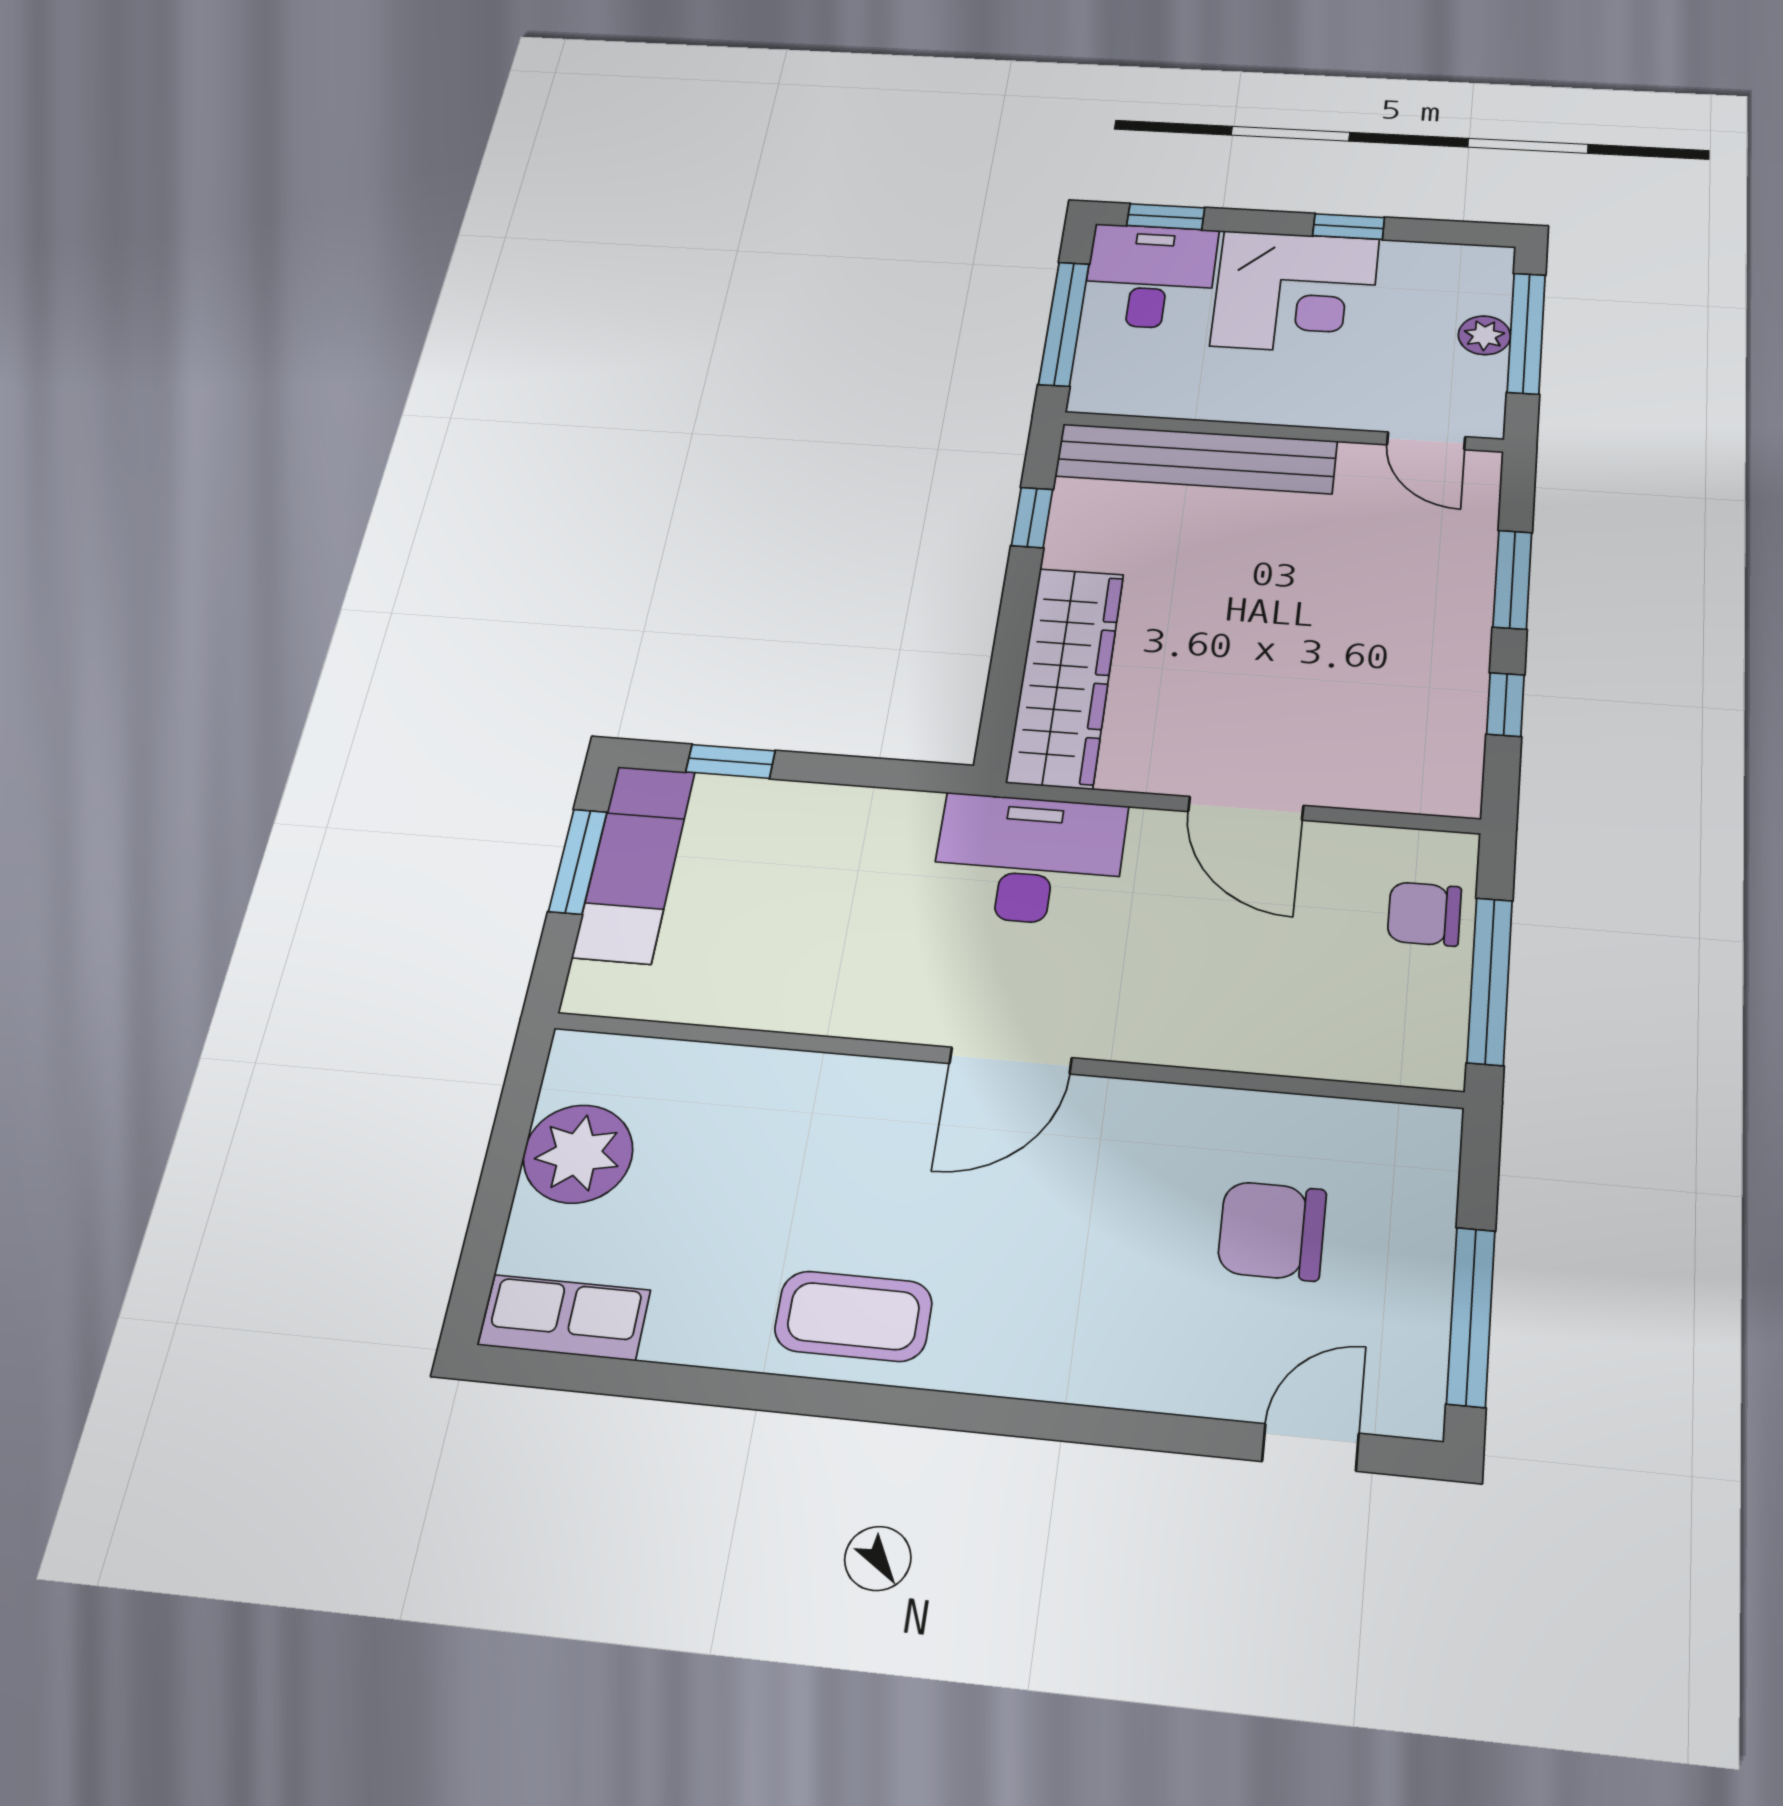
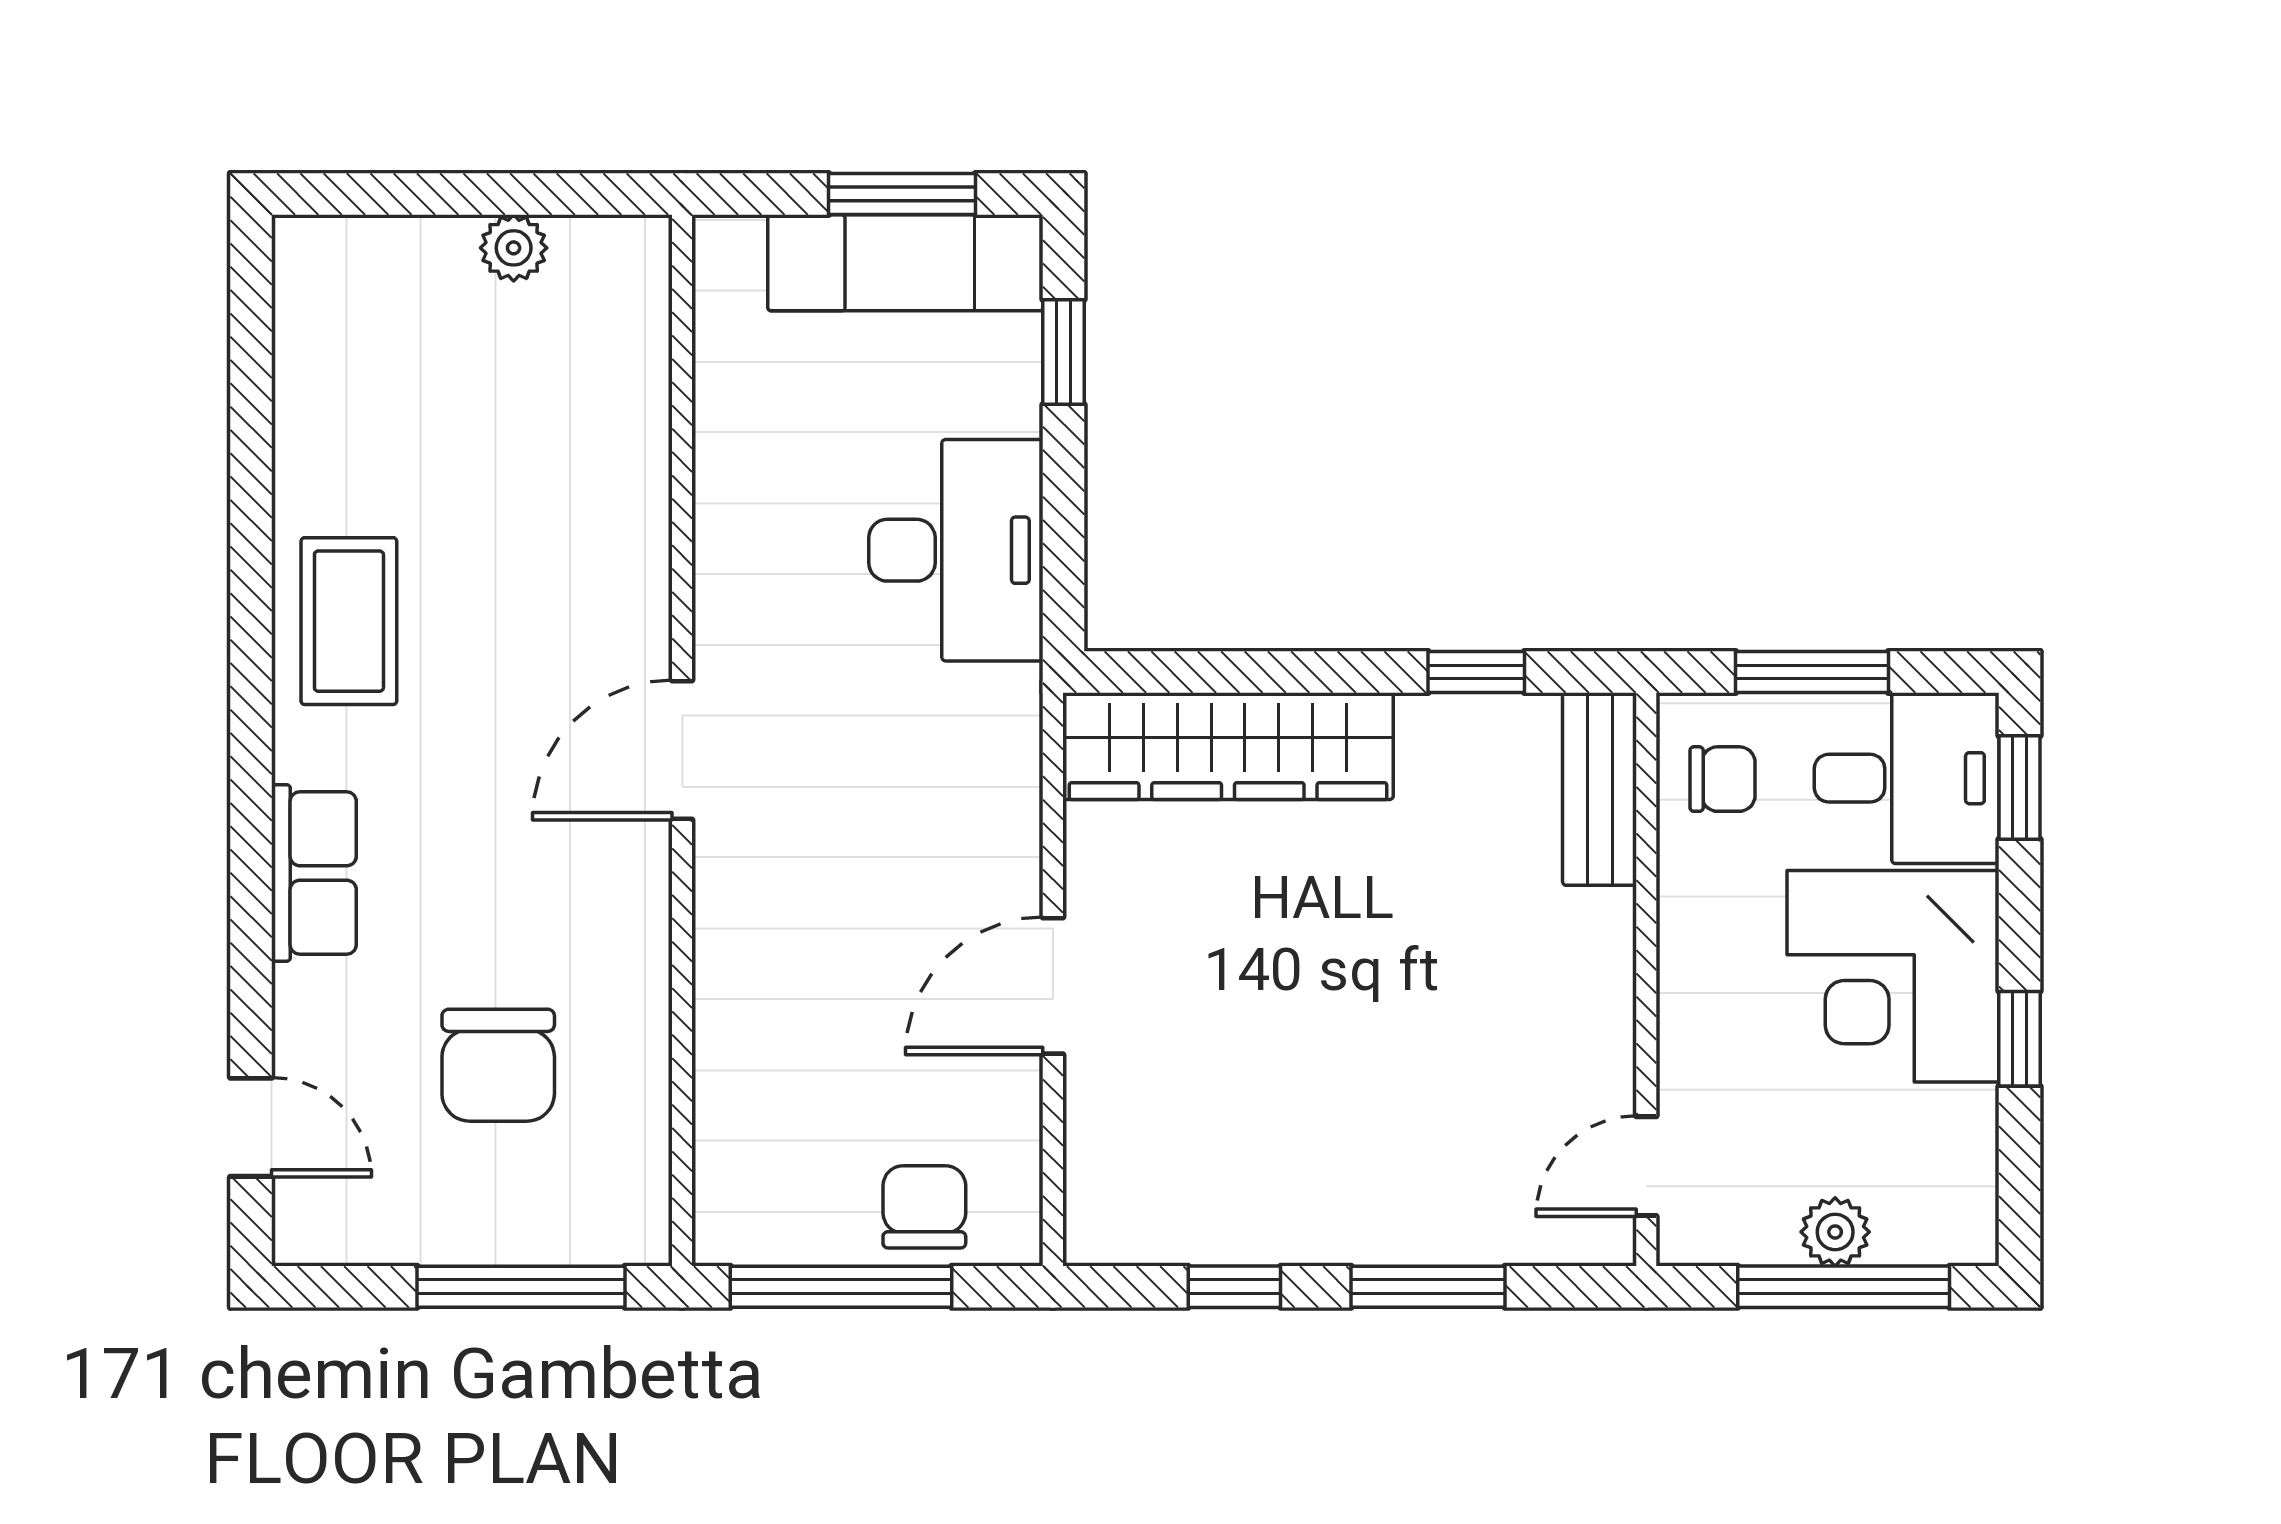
window: (1064, 324) -> (1812, 672), width x0.69
chair: (1136, 379) -> (1723, 779), added
bench: (1196, 459) -> (1600, 789), width x0.54, depth x0.82
desk: (1028, 859) -> (956, 550), moved
door: (1011, 1061) -> (682, 750), hinge flipped
plant: (578, 1154) -> (514, 248), width x0.53, depth x0.53
chair: (1272, 1231) -> (498, 1065), turned 180
window: (1471, 1316) -> (521, 1287), moved
row of seats: (564, 1318) -> (314, 873), moved

